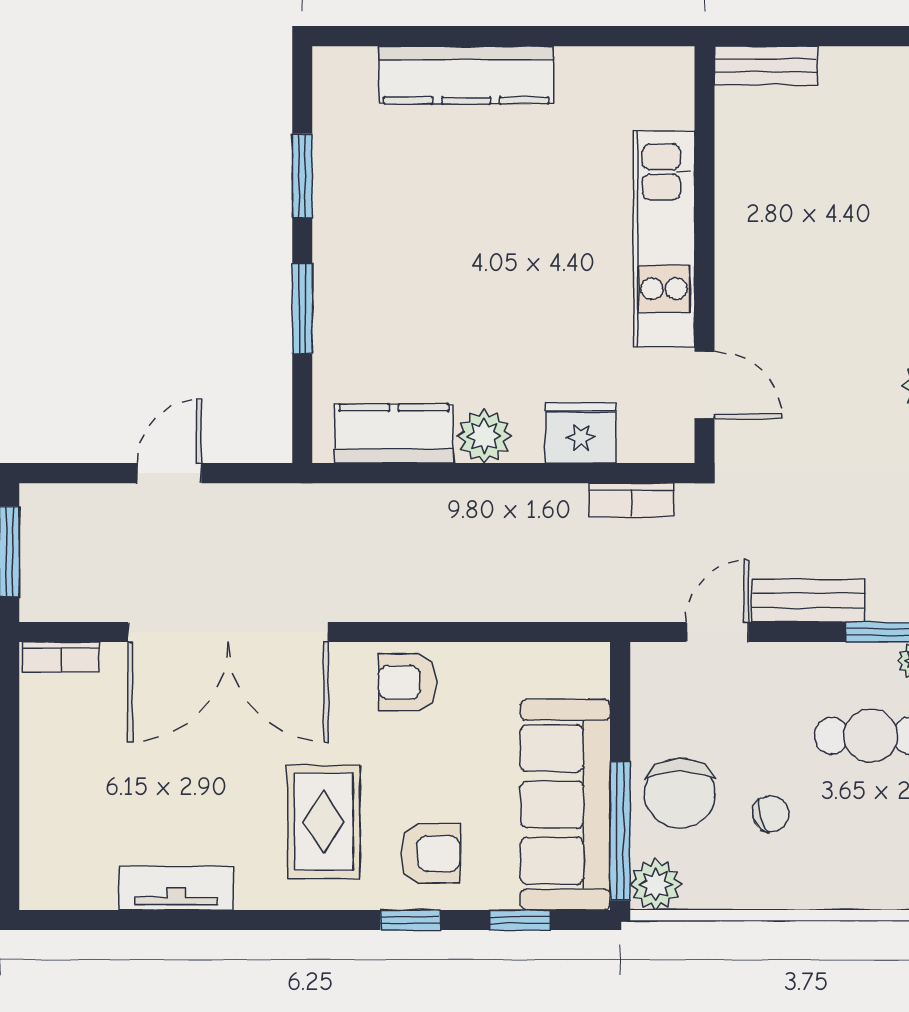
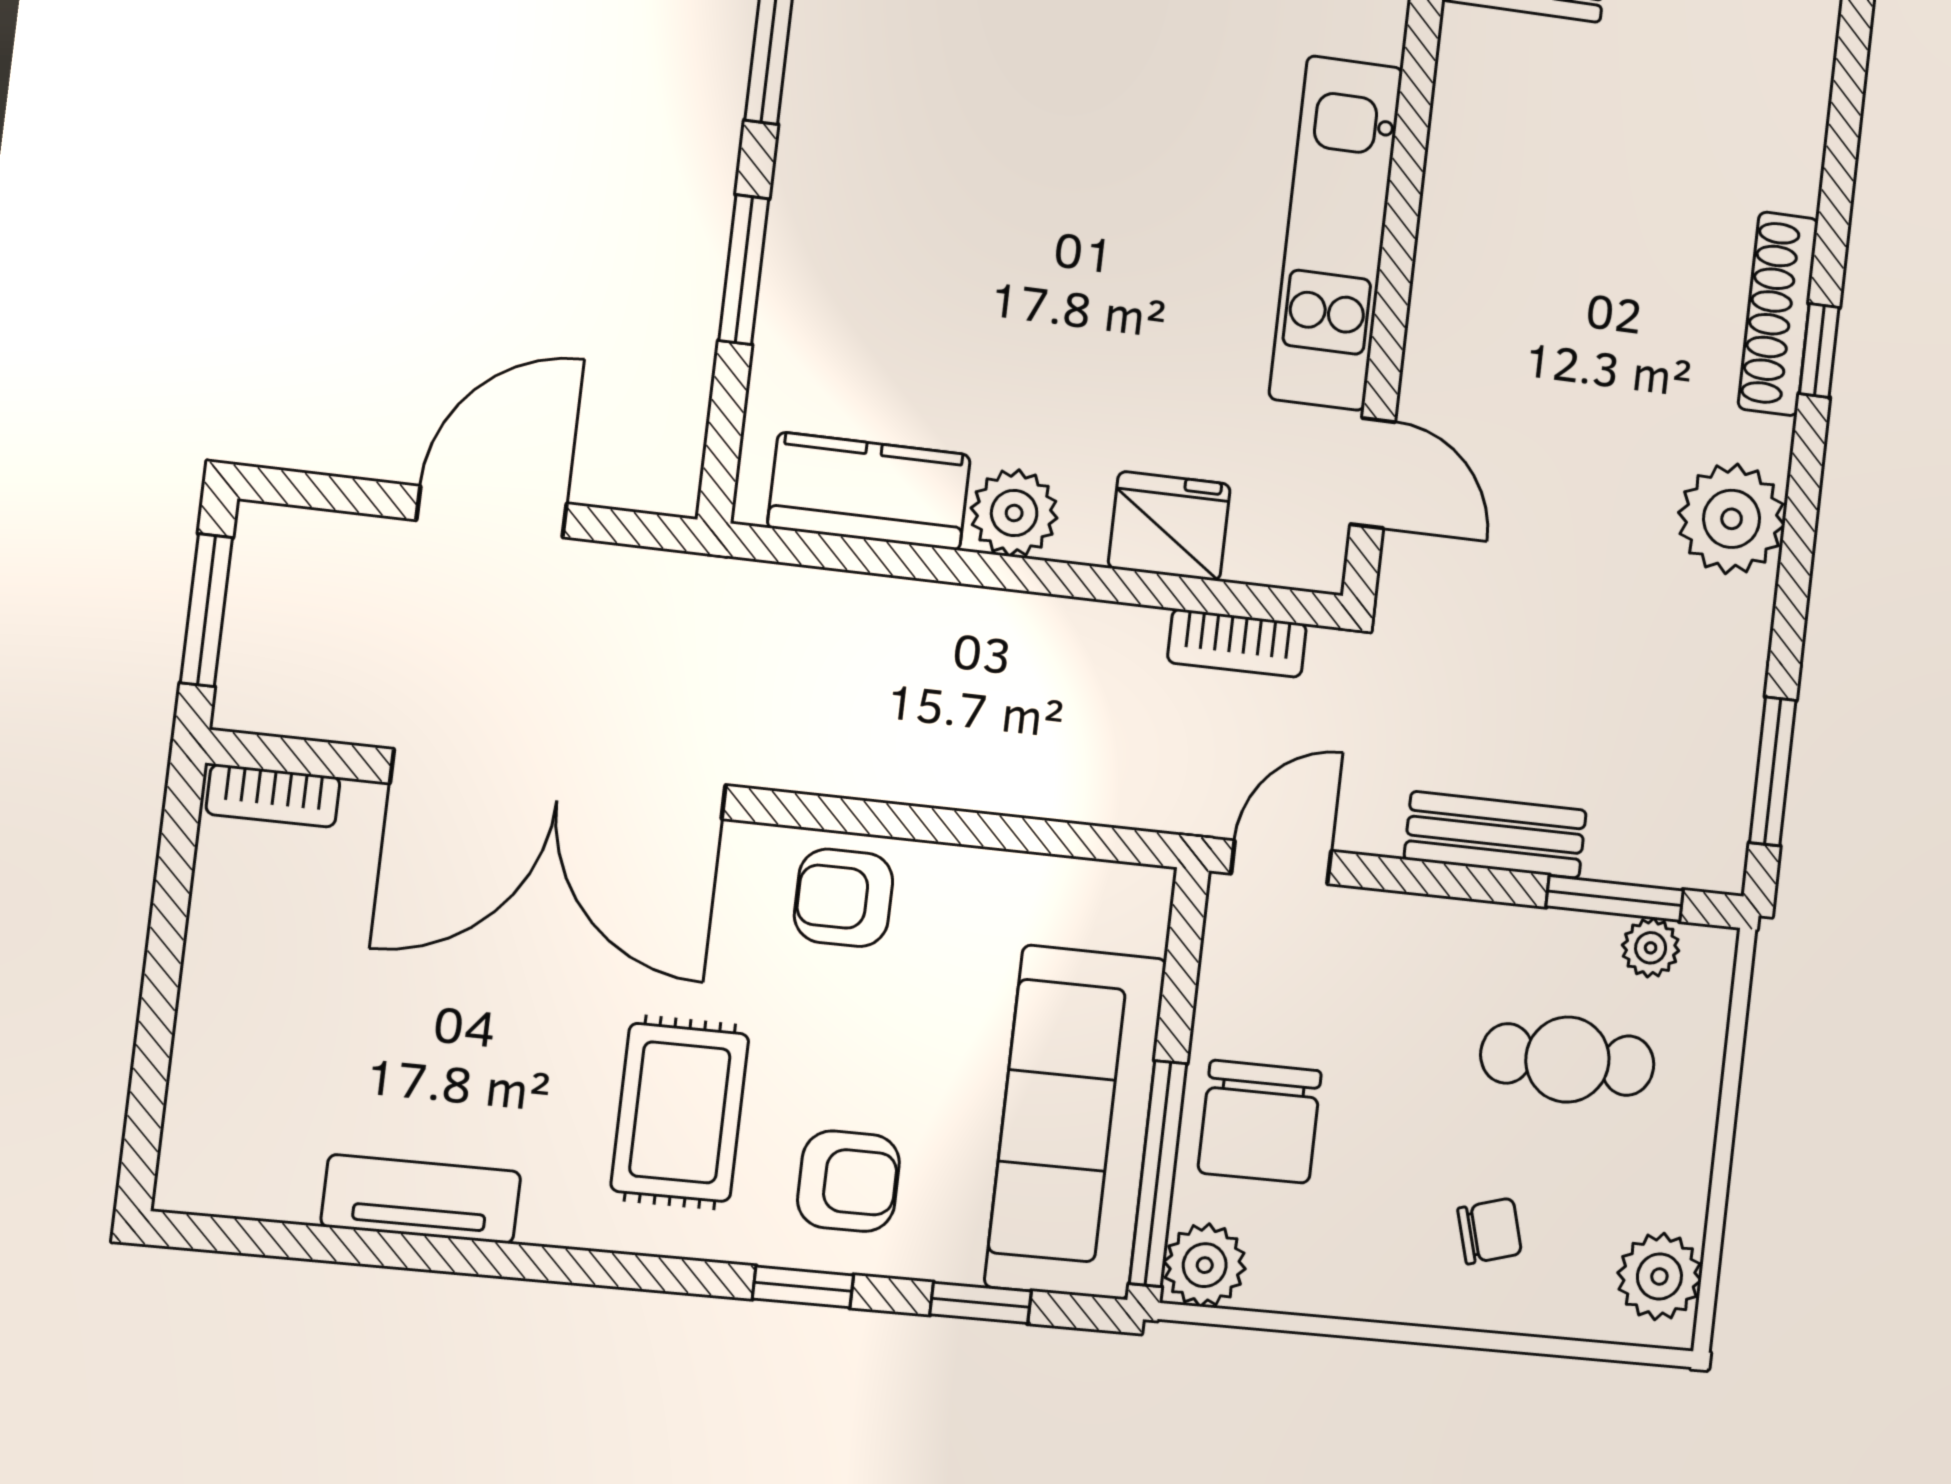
door: (169, 473) -> (492, 512), width x1.38
door: (717, 632) -> (1281, 862), moved
chair: (771, 814) -> (1490, 1231), moved

